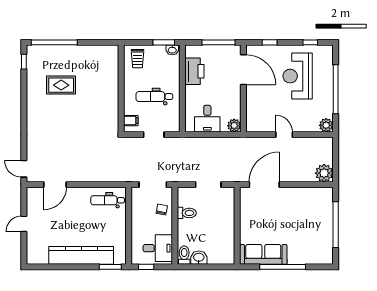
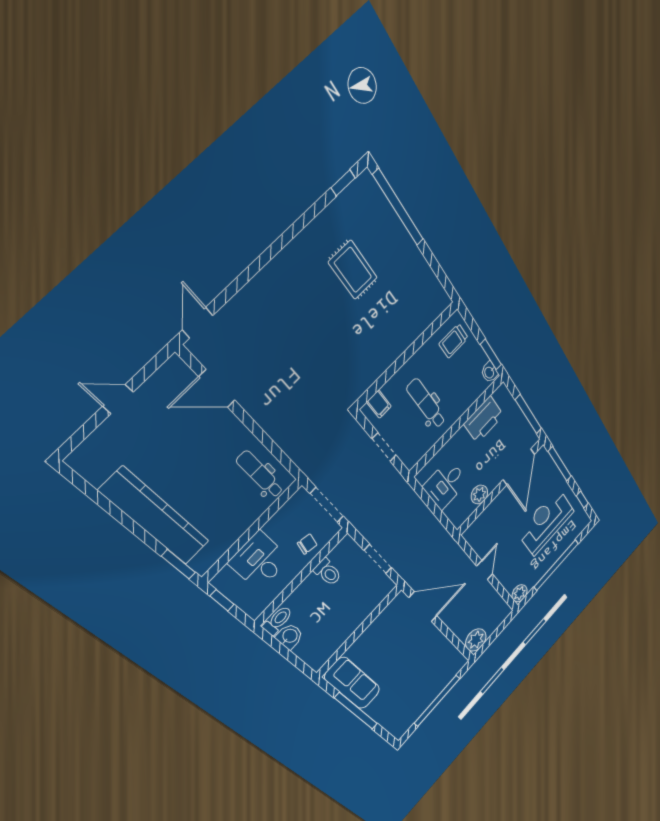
window: (270, 42) -> (560, 464), width x2.17
plant: (234, 126) -> (479, 495), moved
desk: (158, 248) -> (259, 561), moved, turned 180

